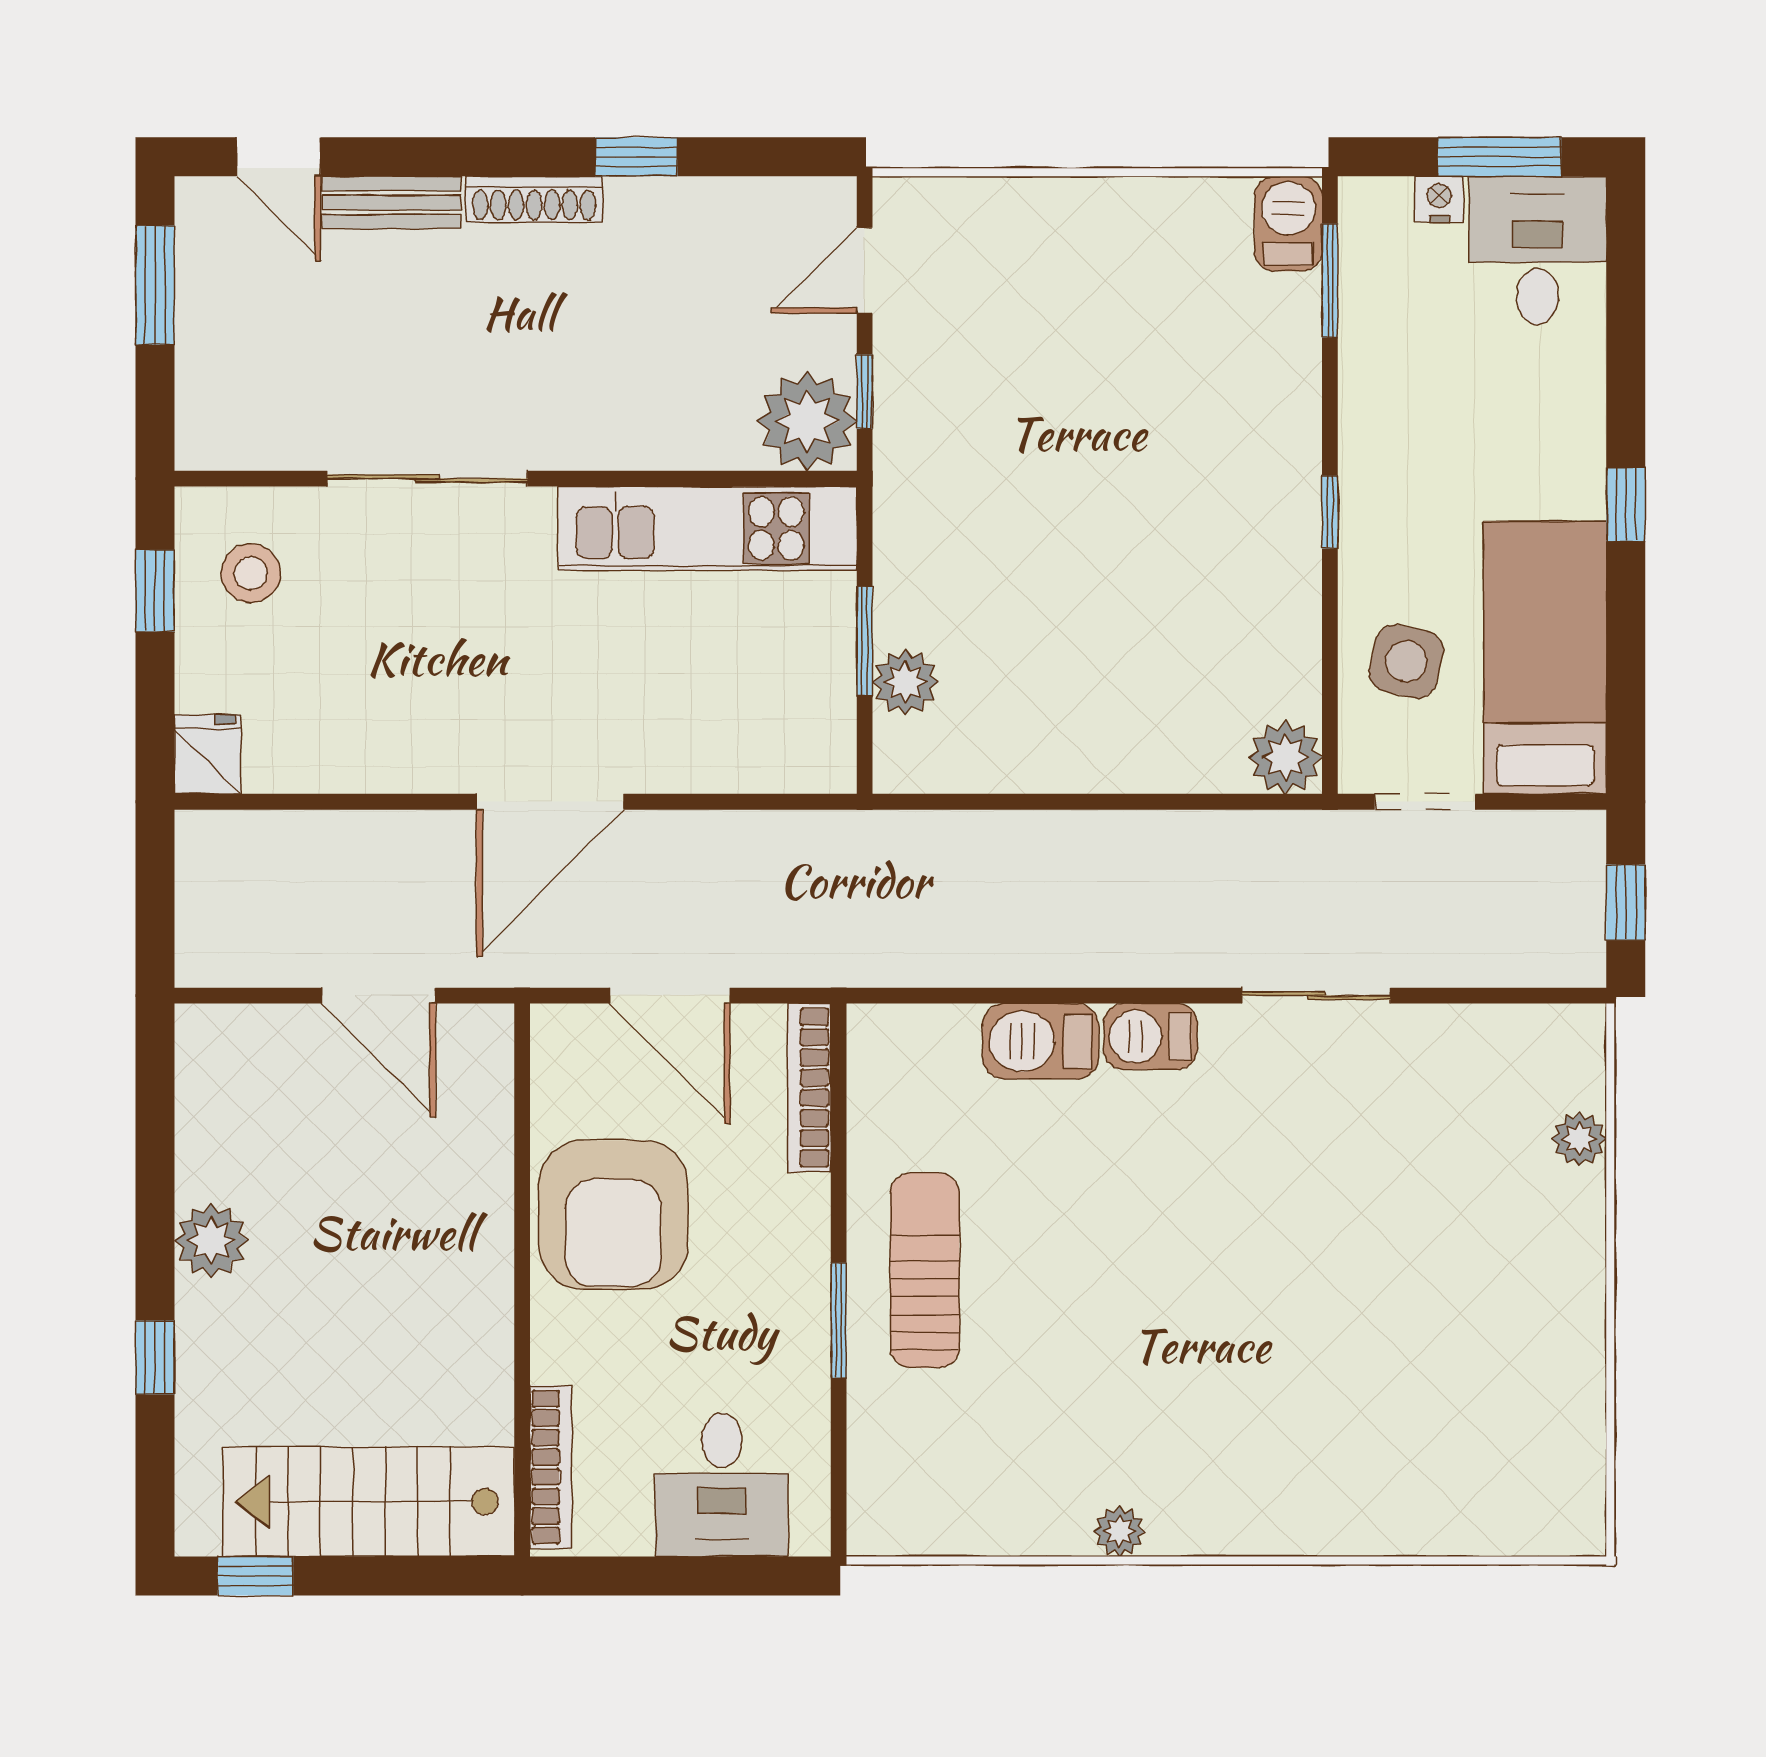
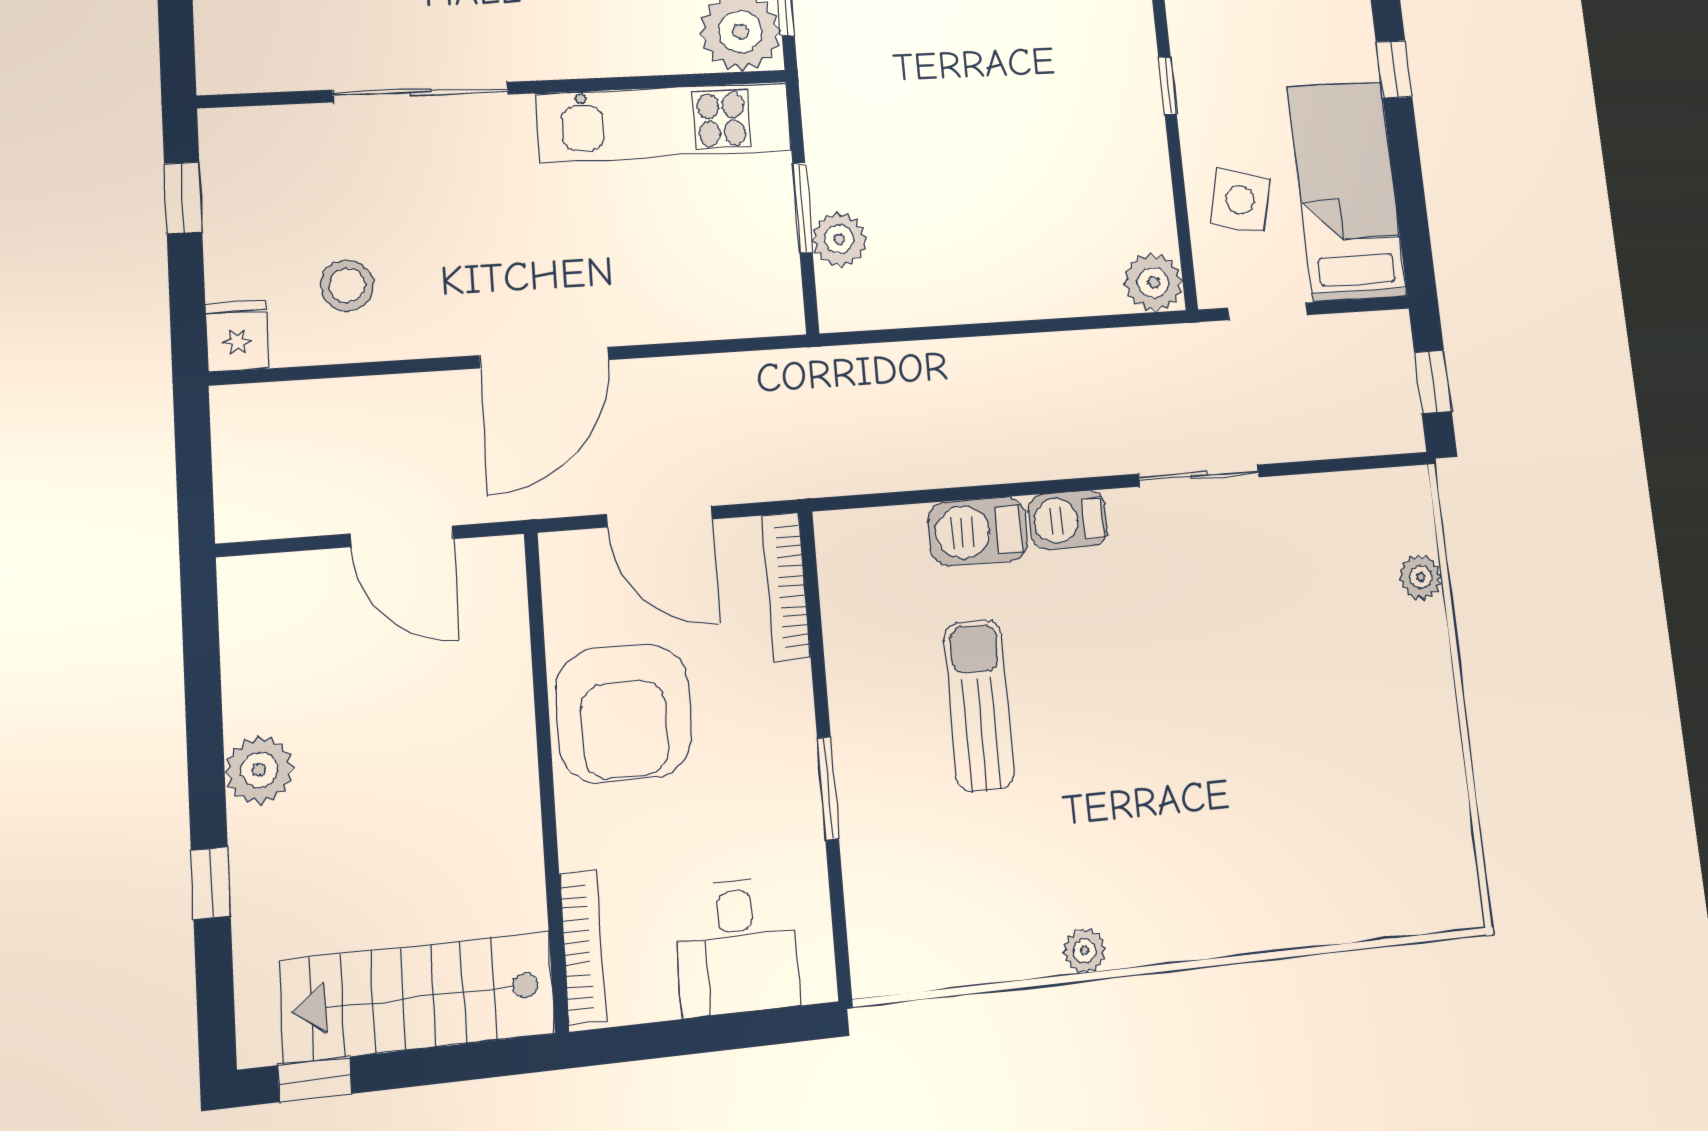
stool: (251, 573) -> (347, 285), moved
sun lounger: (925, 1270) -> (979, 706), moved

